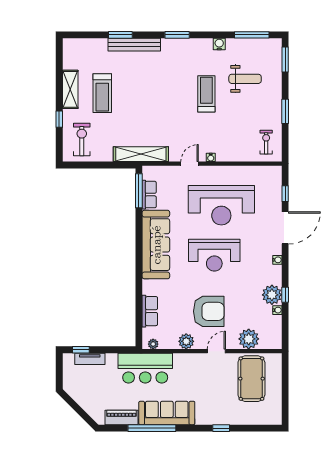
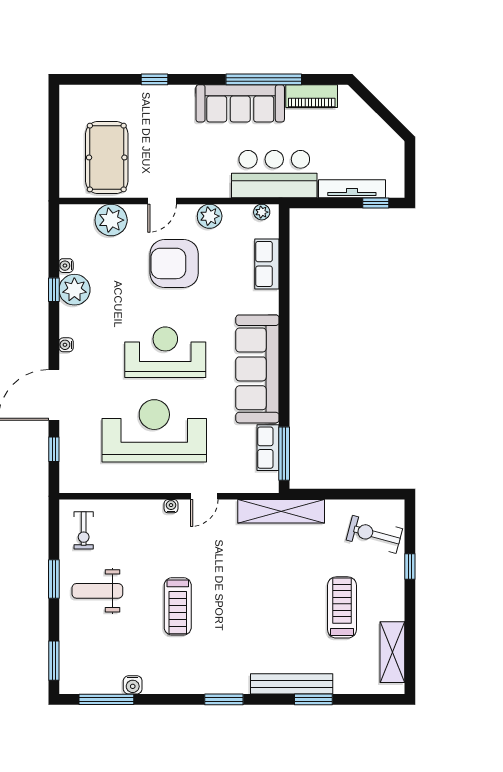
water cooler: (219, 44) -> (133, 685), moved
weight bench: (245, 79) -> (97, 591), moved
shelving: (70, 89) -> (392, 652), moved
exercise bike: (82, 140) -> (374, 534), turned 105
tv unit: (90, 359) -> (352, 189), width x1.41

